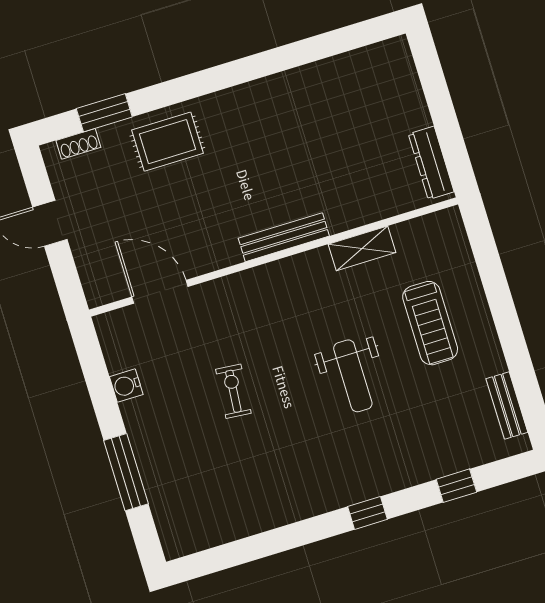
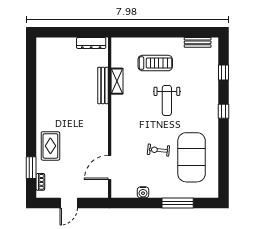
bench: (284, 237) -> (103, 85), moved
weight bench: (353, 376) -> (167, 100), turned 90
exercise mat: (240, 472) -> (192, 157), added

